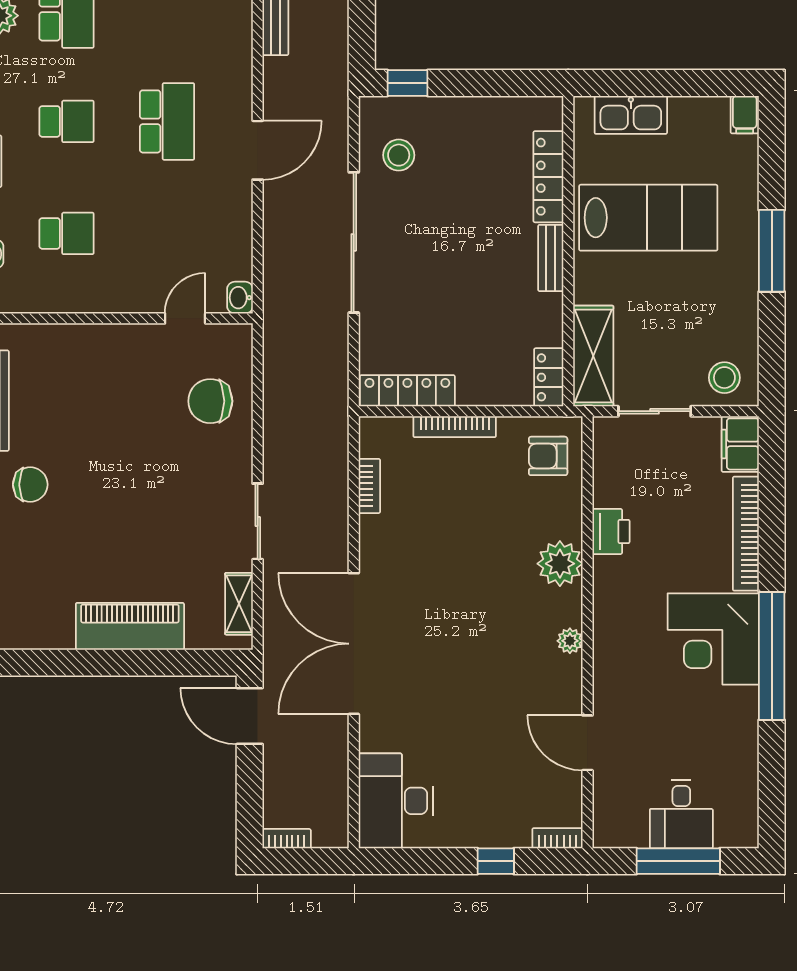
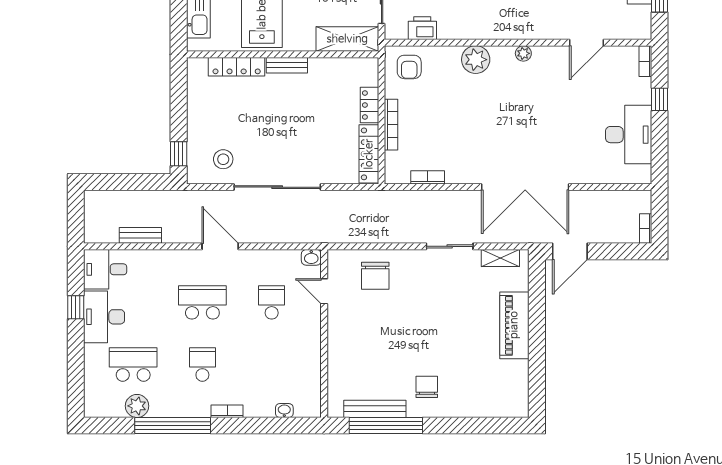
school desk: (67, 233) -> (272, 302), moved
locker: (549, 377) -> (369, 105), moved, turned 90
printer: (611, 531) -> (422, 28), moved
desk: (396, 801) -> (629, 135), moved, turned -90

